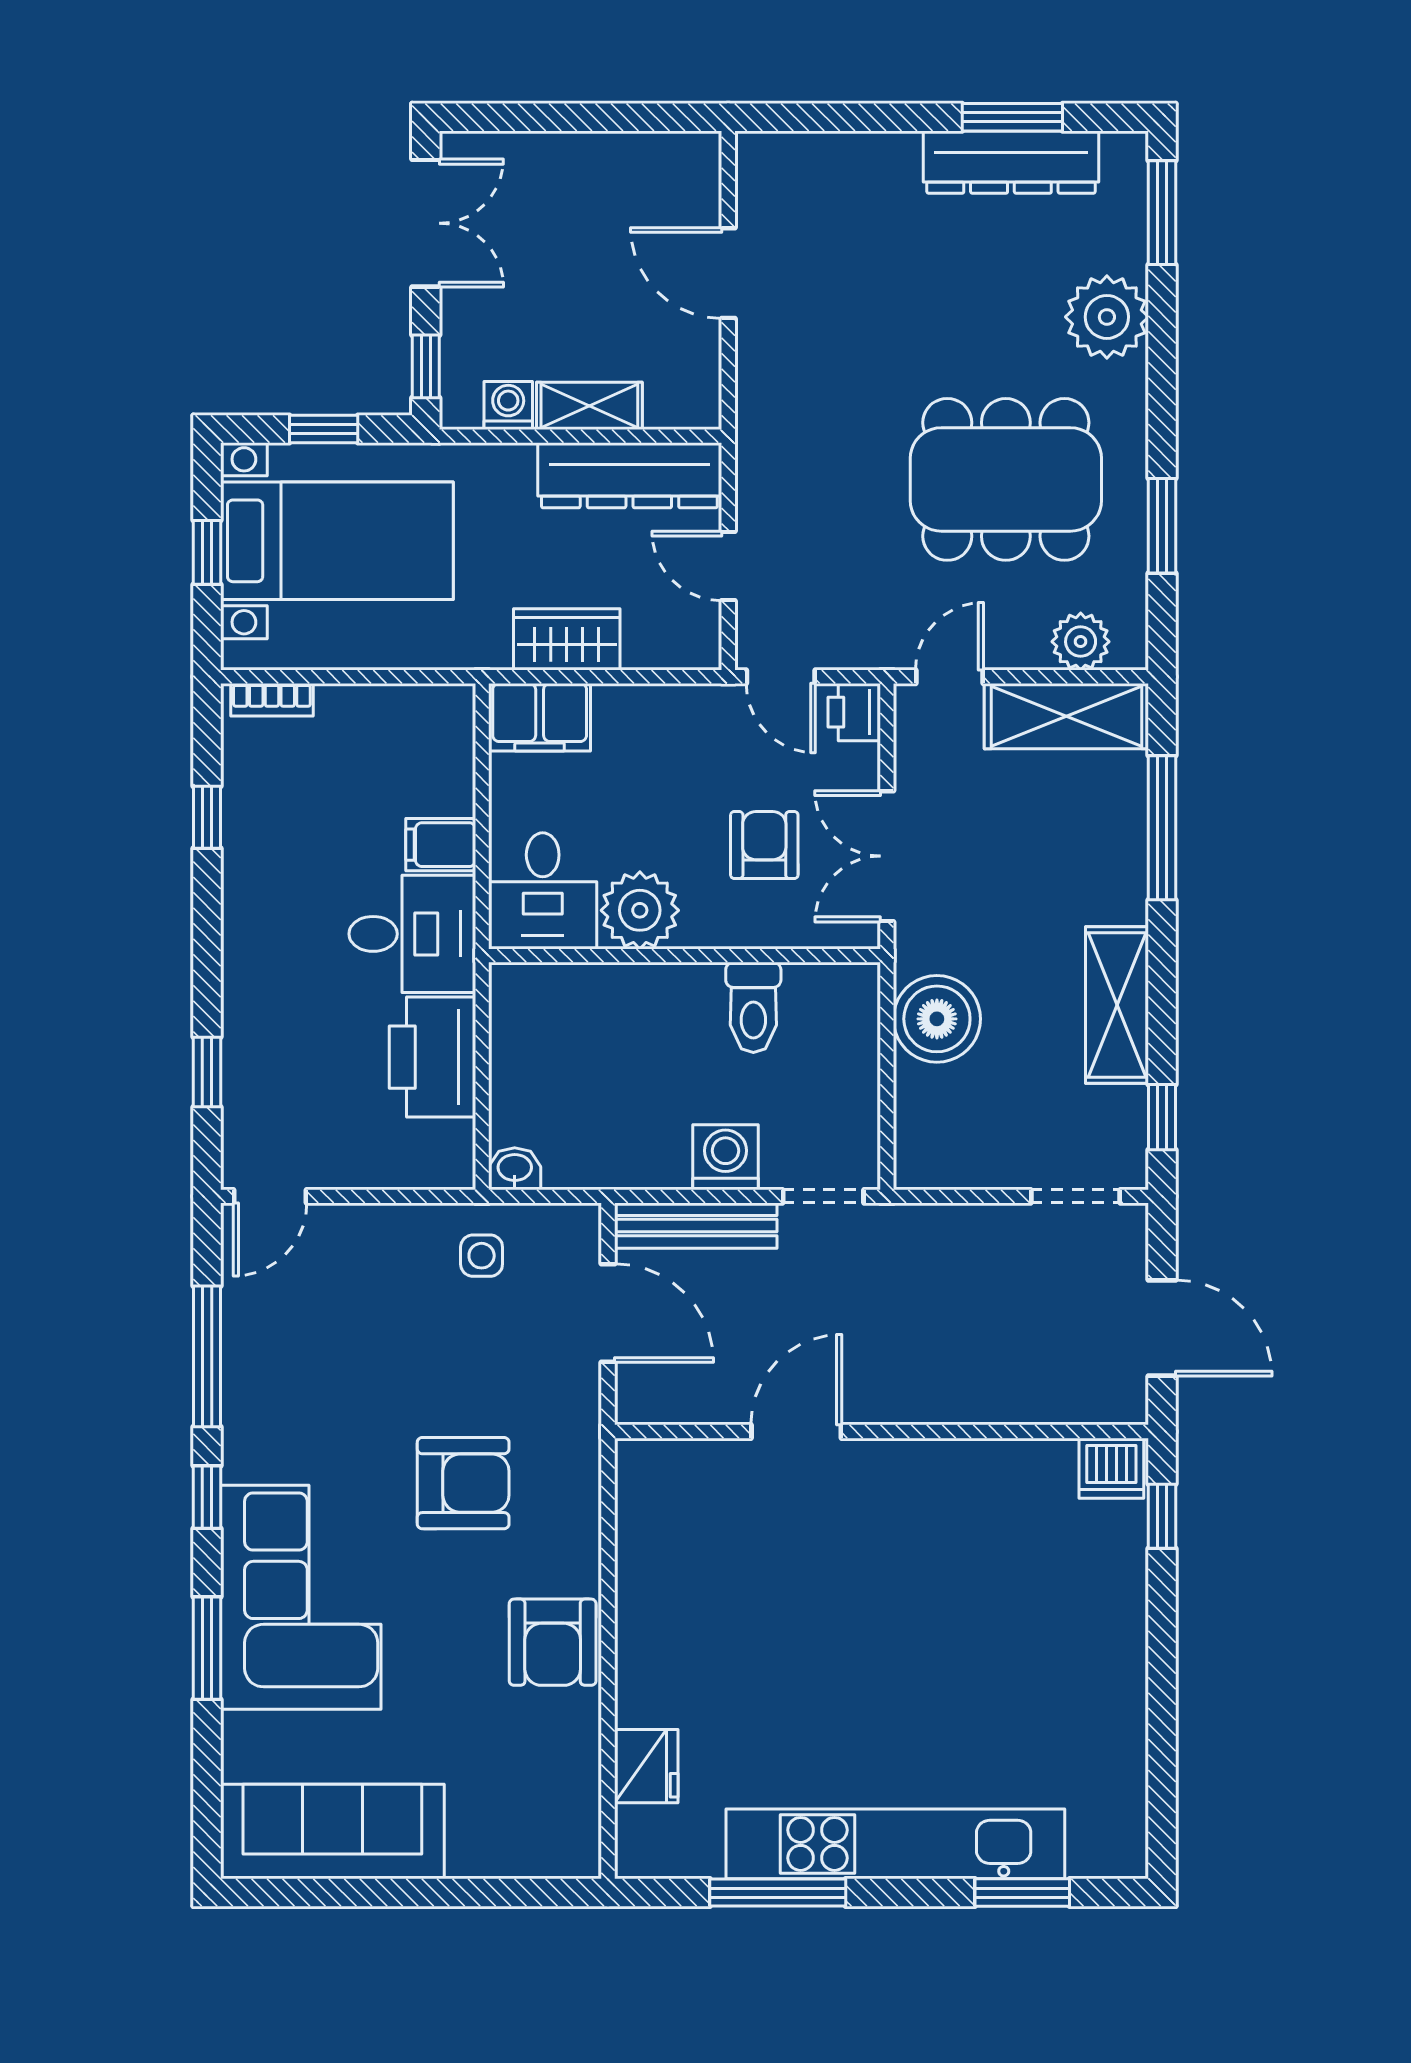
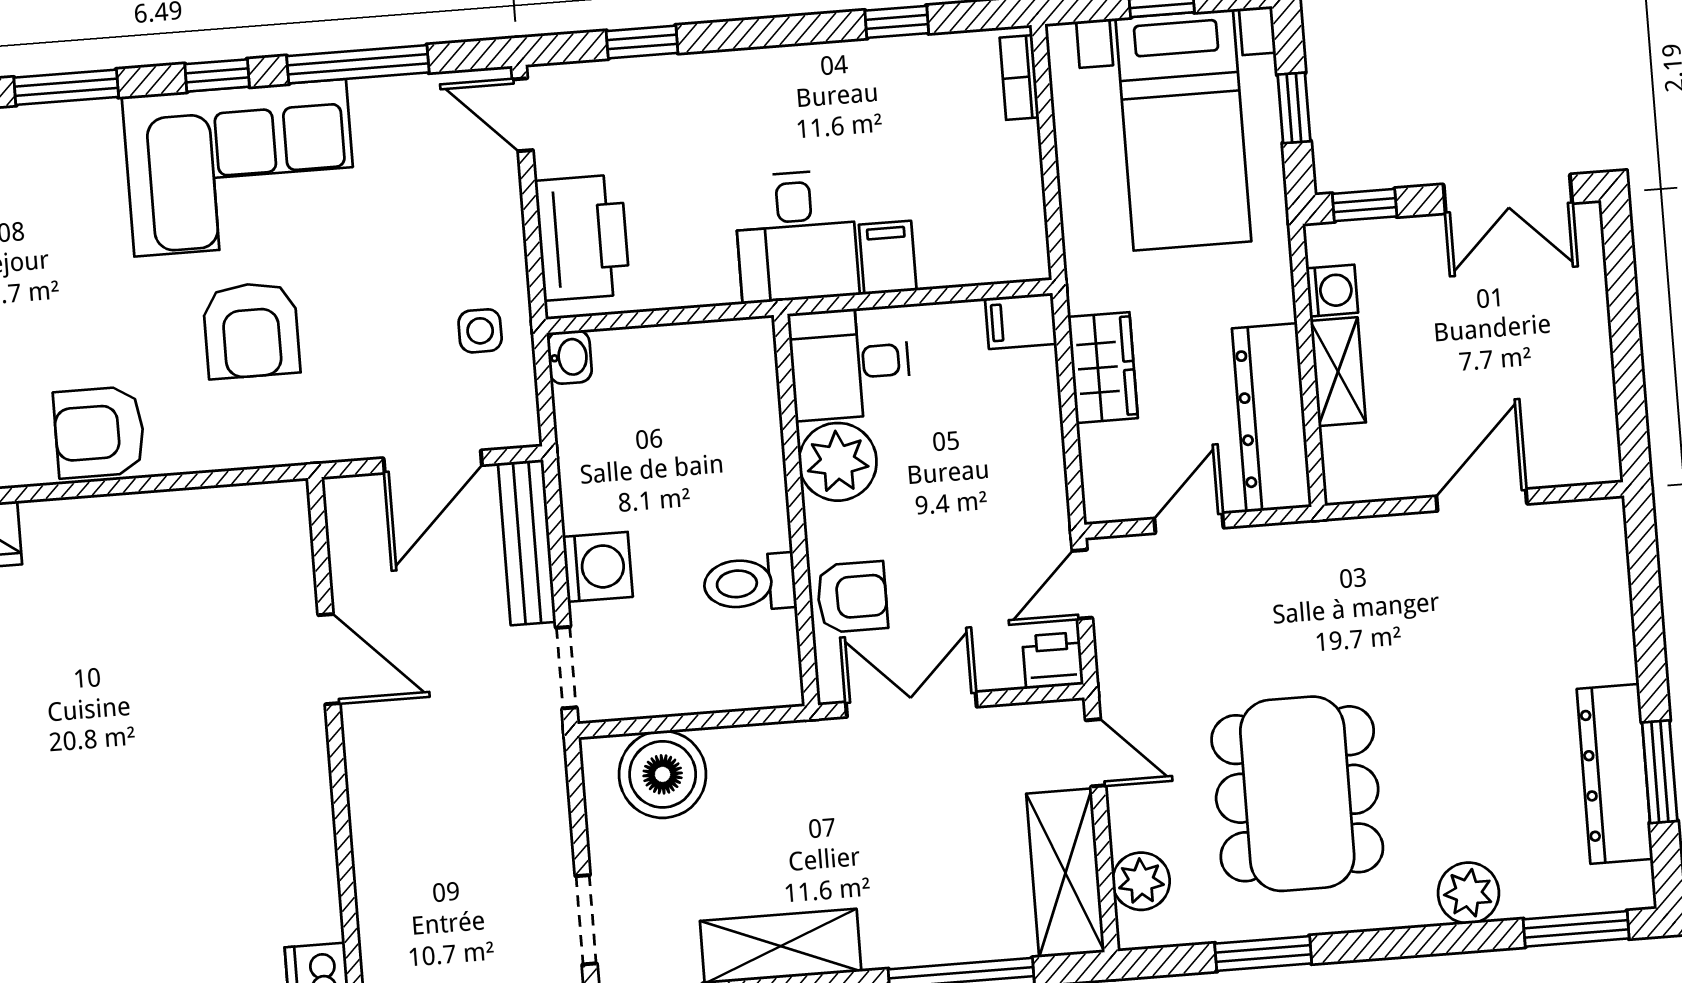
plant: (1107, 317) -> (1468, 893), width x0.73, depth x0.73
filing cabinet: (540, 717) -> (1021, 321), width x0.50
armchair: (764, 845) -> (852, 597), moved
boiler: (937, 1019) -> (663, 774), moved
printer: (432, 1057) -> (582, 238), moved, turned 90
corner sofa: (301, 1597) -> (240, 168), moved

